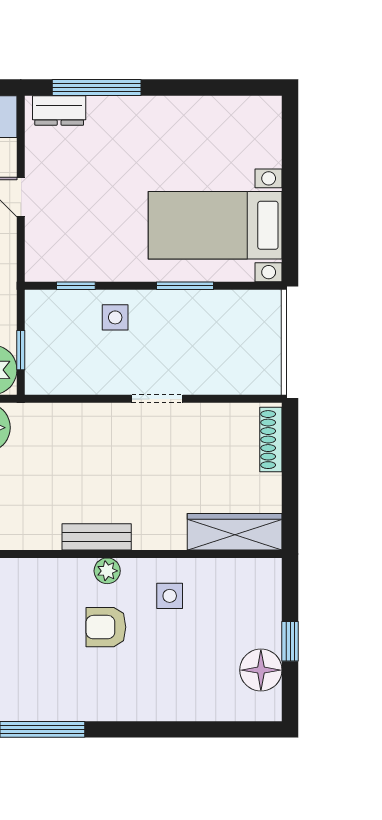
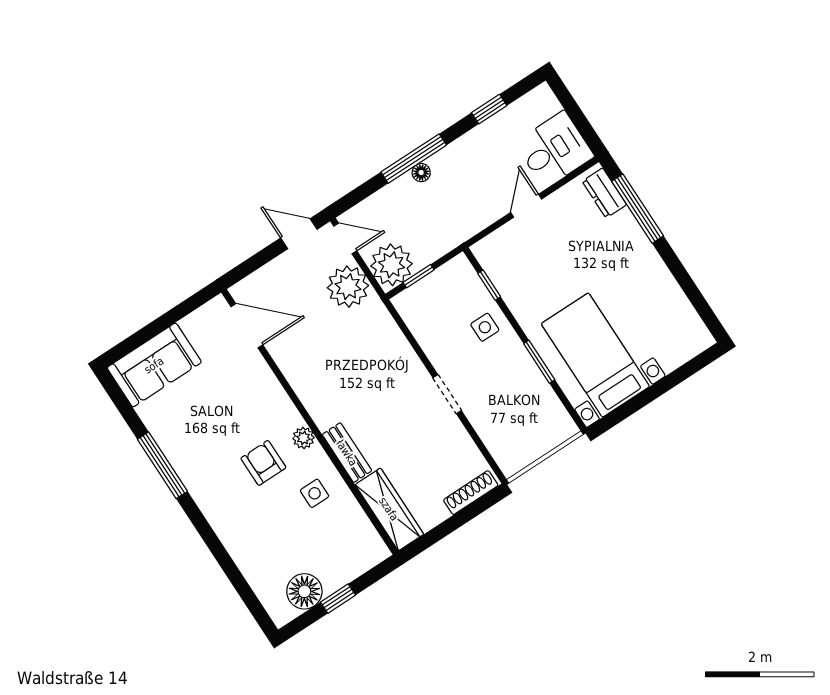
bench: (97, 537) -> (347, 453), moved

